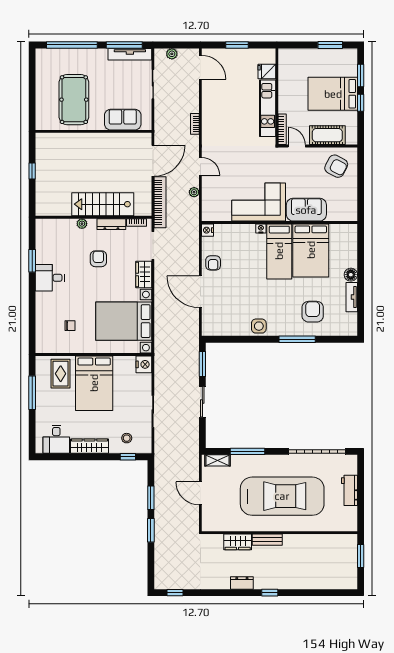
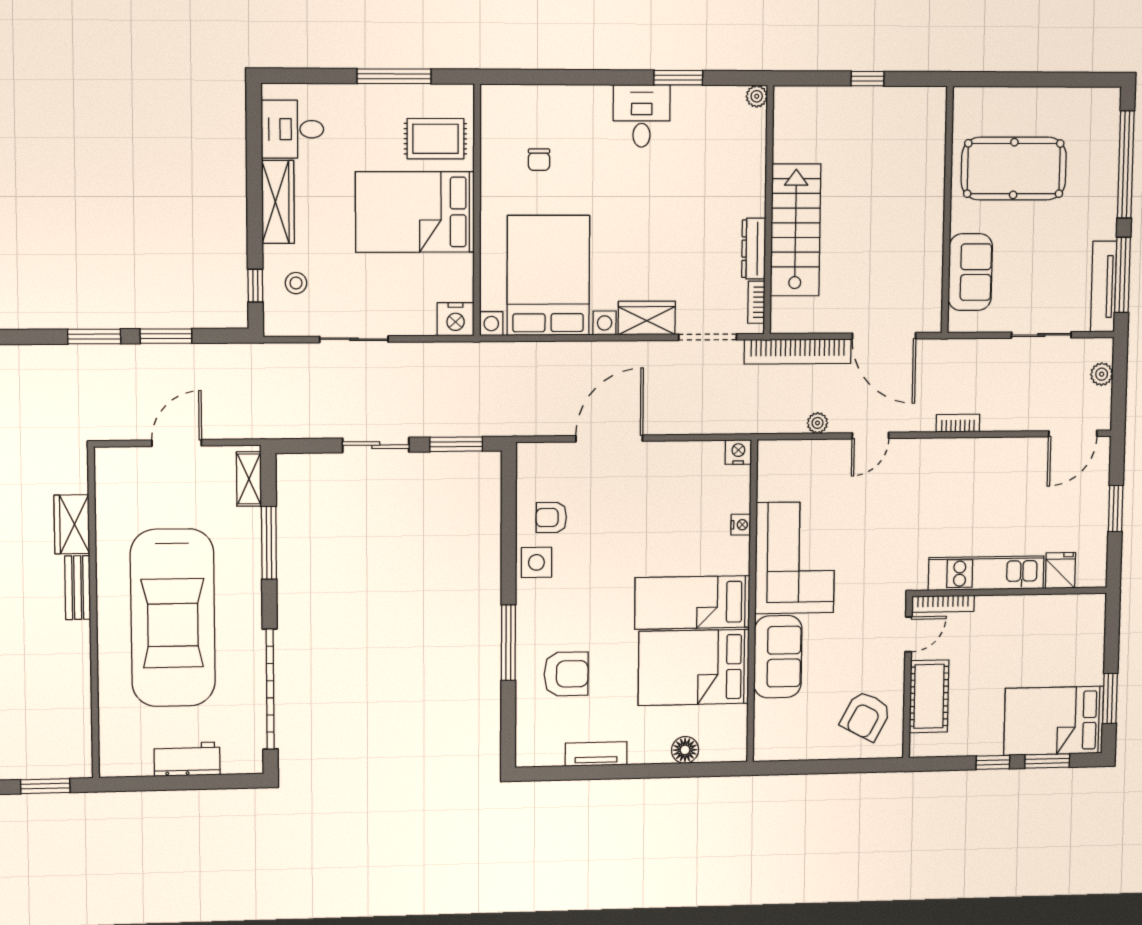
bed: (333, 94) -> (1054, 721), moved, turned -90
plant: (82, 224) -> (757, 96), moved
nightstand: (261, 228) -> (741, 525), moved
armchair: (98, 259) -> (681, 221), removed
armchair: (213, 263) -> (551, 517), moved
floor lamp: (351, 275) -> (685, 750), moved

